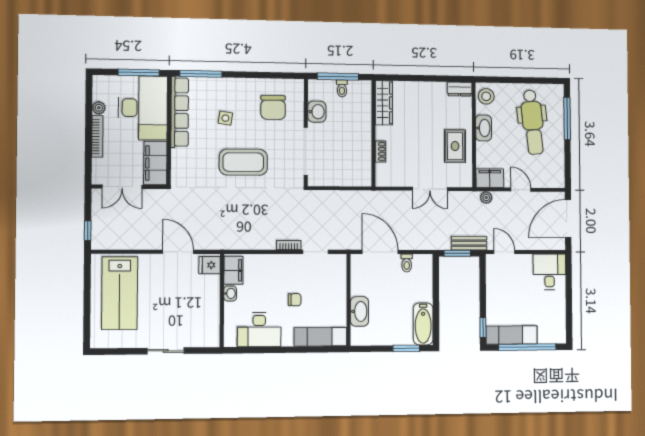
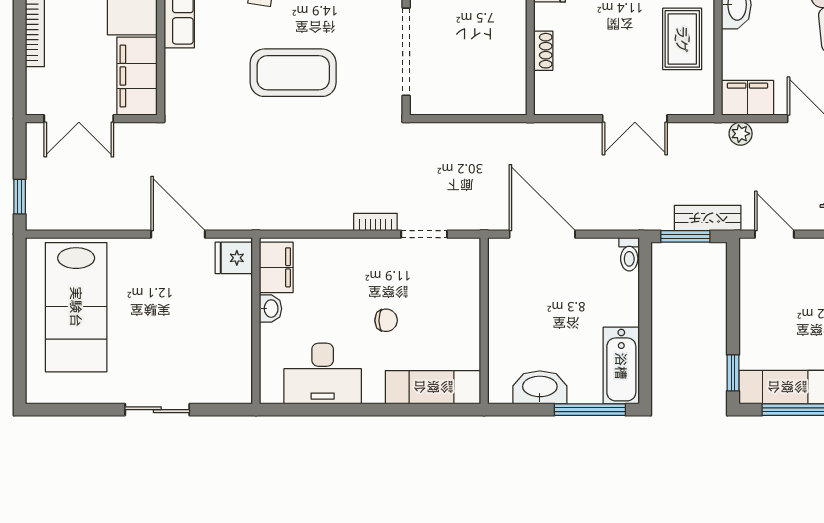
toilet: (407, 263) -> (629, 254), moved
washbasin: (359, 311) -> (540, 387), moved, turned -90
window: (406, 348) -> (590, 410), width x1.44

